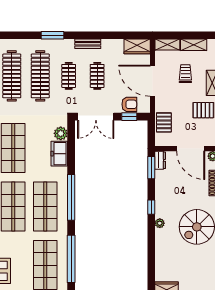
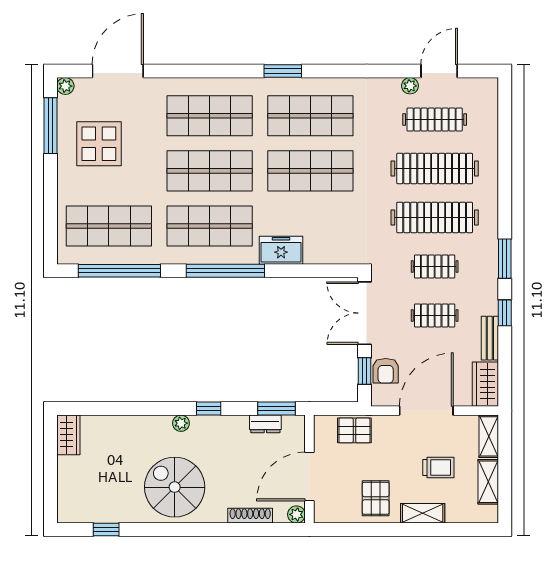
window: (52, 35) -> (505, 259), moved
window: (96, 35) -> (505, 313), added
bench: (88, 44) -> (490, 338), moved
plant: (61, 133) -> (336, 253), removed
freezer: (59, 154) -> (281, 250), moved
dresser: (160, 160) -> (265, 424), moved

